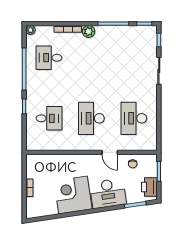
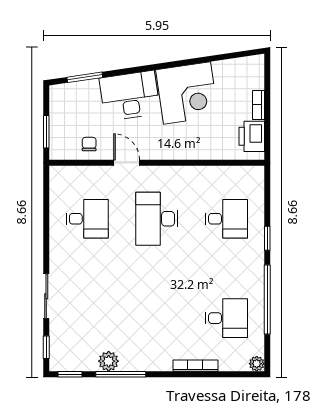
plant: (89, 31) -> (109, 361), moved
desk: (49, 118) -> (226, 219), turned 180
desk: (91, 118) -> (157, 219), turned 180
desk: (134, 118) -> (87, 219), width x0.73
printer: (149, 187) -> (252, 136), moved, turned 180

